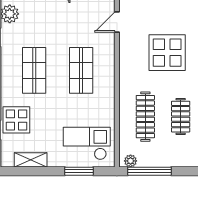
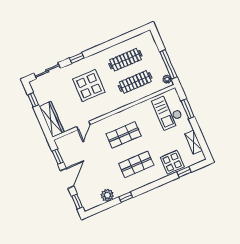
door: (117, 22) -> (83, 126), hinge flipped
clothes rail: (181, 117) -> (125, 60), width x1.36

